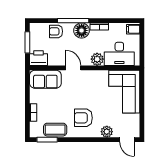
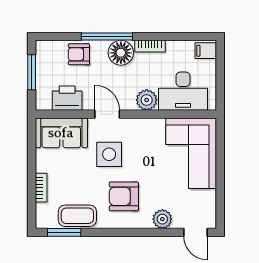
printer: (39, 58) -> (67, 98), moved
side table: (74, 92) -> (109, 154), added

